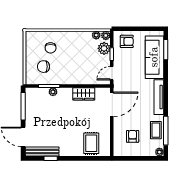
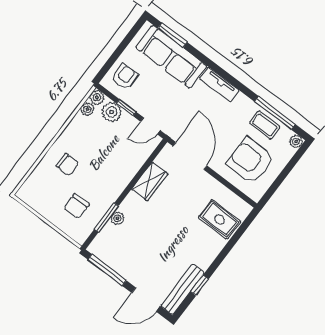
chair: (51, 48) -> (68, 165), moved
door: (112, 73) -> (150, 126), hinge flipped
tv unit: (159, 97) -> (219, 85), width x0.71
armchair: (133, 136) -> (250, 160), width x1.88, depth x1.88

